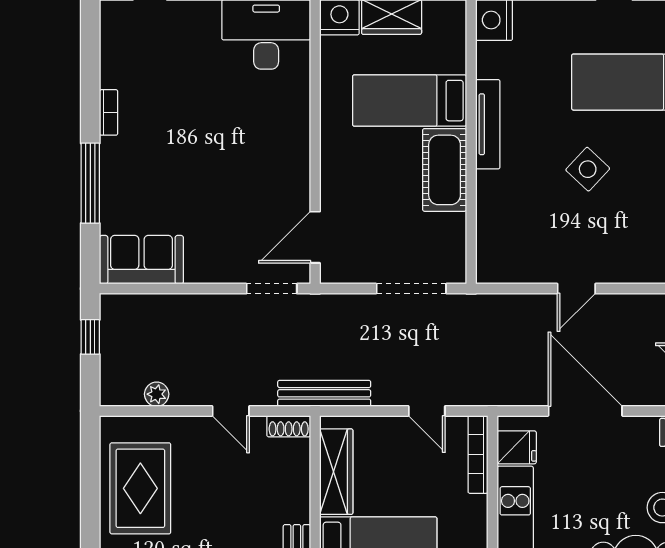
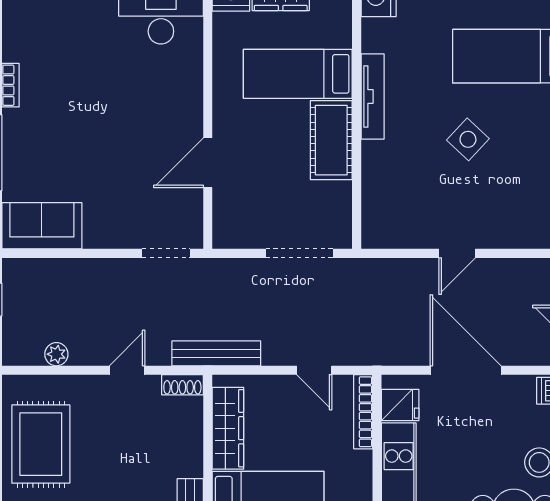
door: (315, 237) -> (208, 163), moved
door: (231, 411) -> (127, 370), swing flipped

